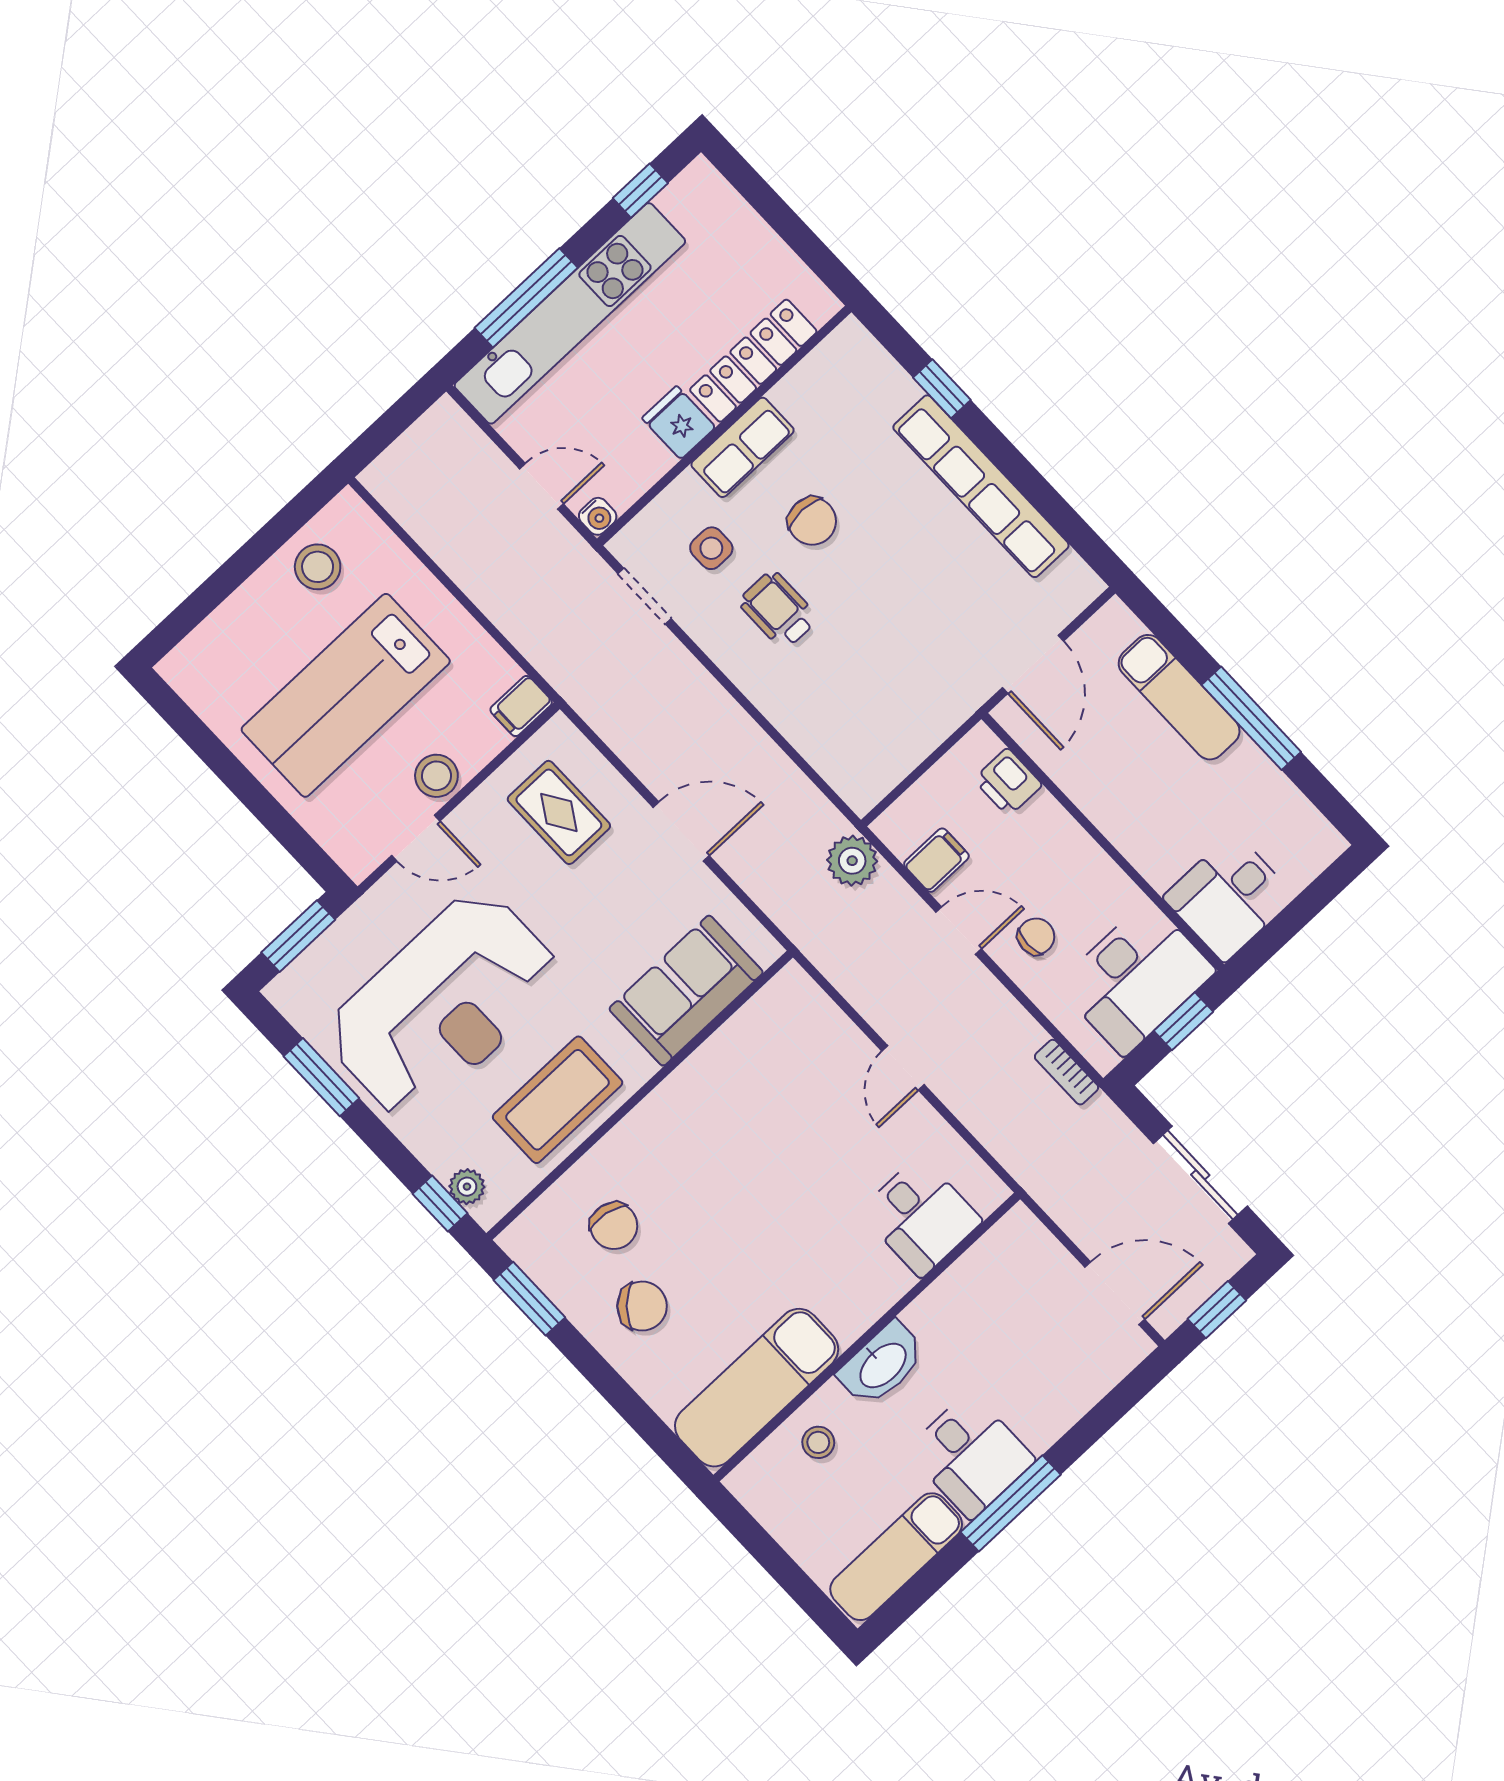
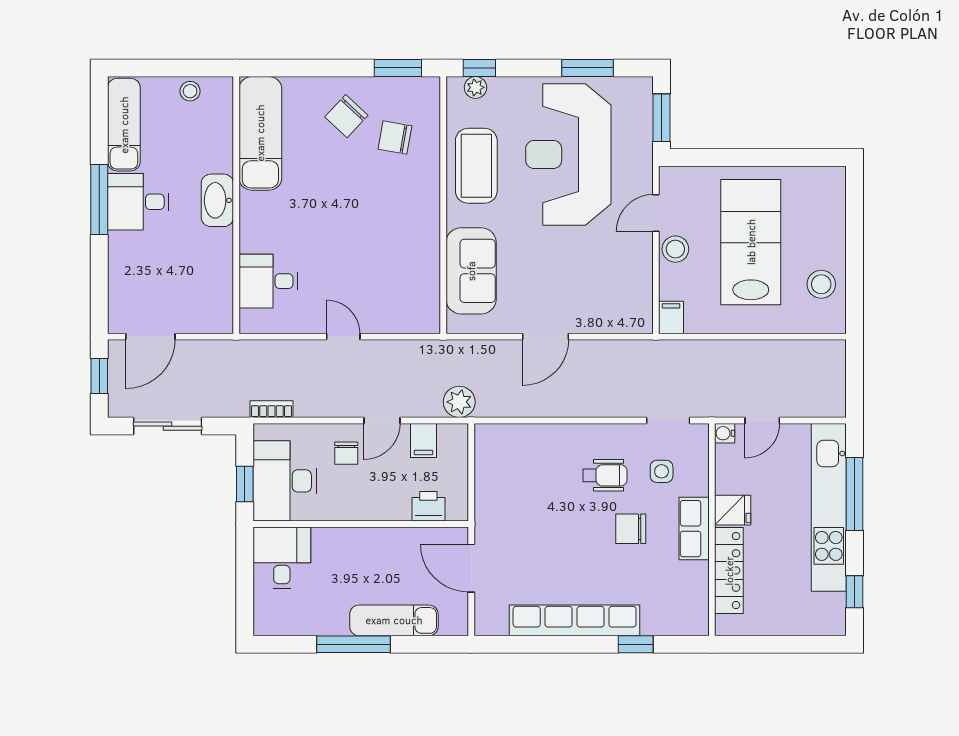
rug: (559, 812) -> (606, 289), removed
stool: (818, 1442) -> (190, 91), moved

